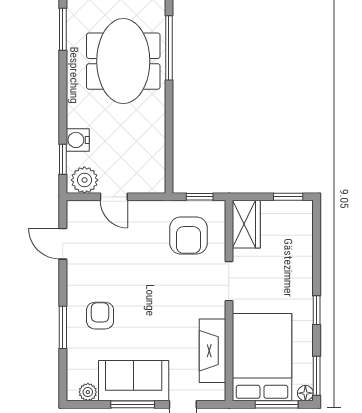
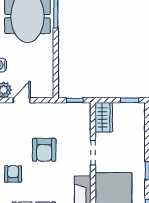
door: (114, 197) -> (22, 100), swing flipped
armchair: (188, 235) -> (44, 150), moved

